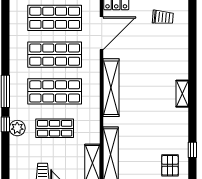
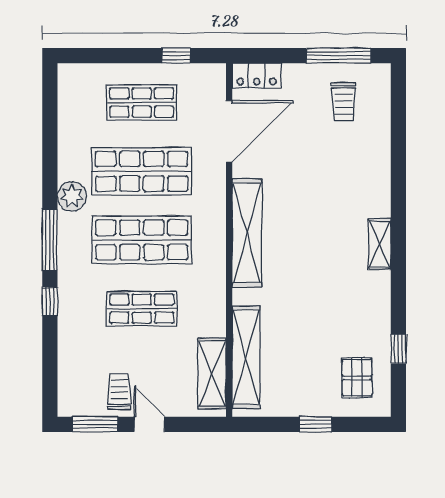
trolley: (163, 17) -> (344, 102), turned 85
shop shelf: (55, 18) -> (142, 103), width x0.70, depth x0.74
plant: (17, 128) -> (72, 196), moved

